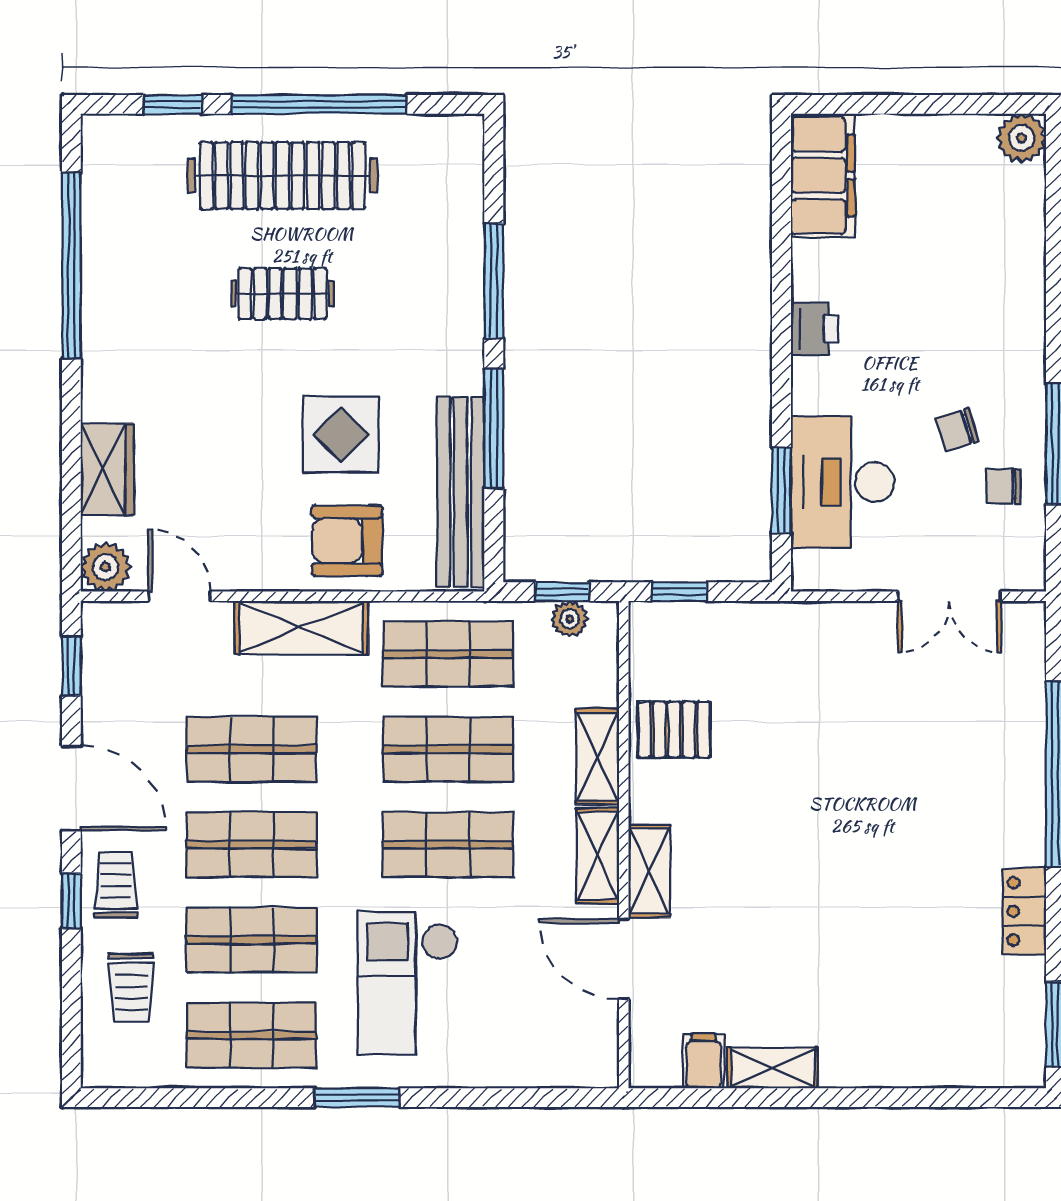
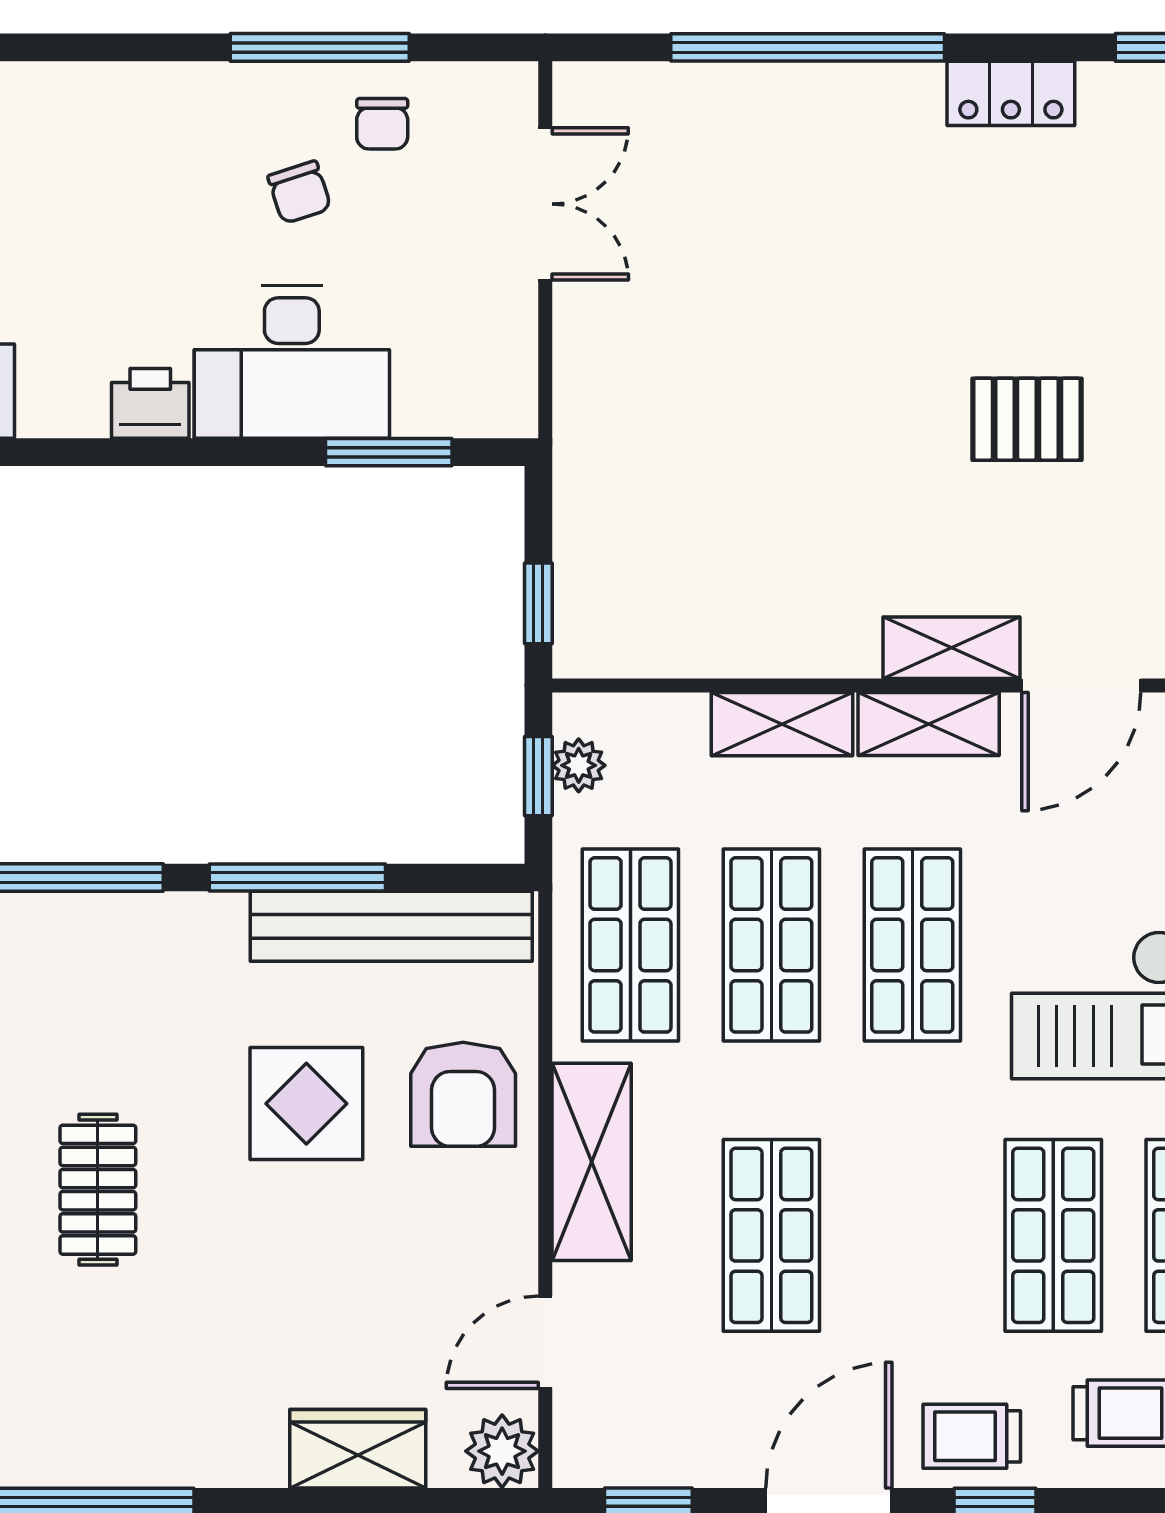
desk: (843, 482) -> (292, 362), moved
pallet: (674, 729) -> (1027, 419), moved, turned 90
shop shelf: (252, 845) -> (912, 1235), removed

